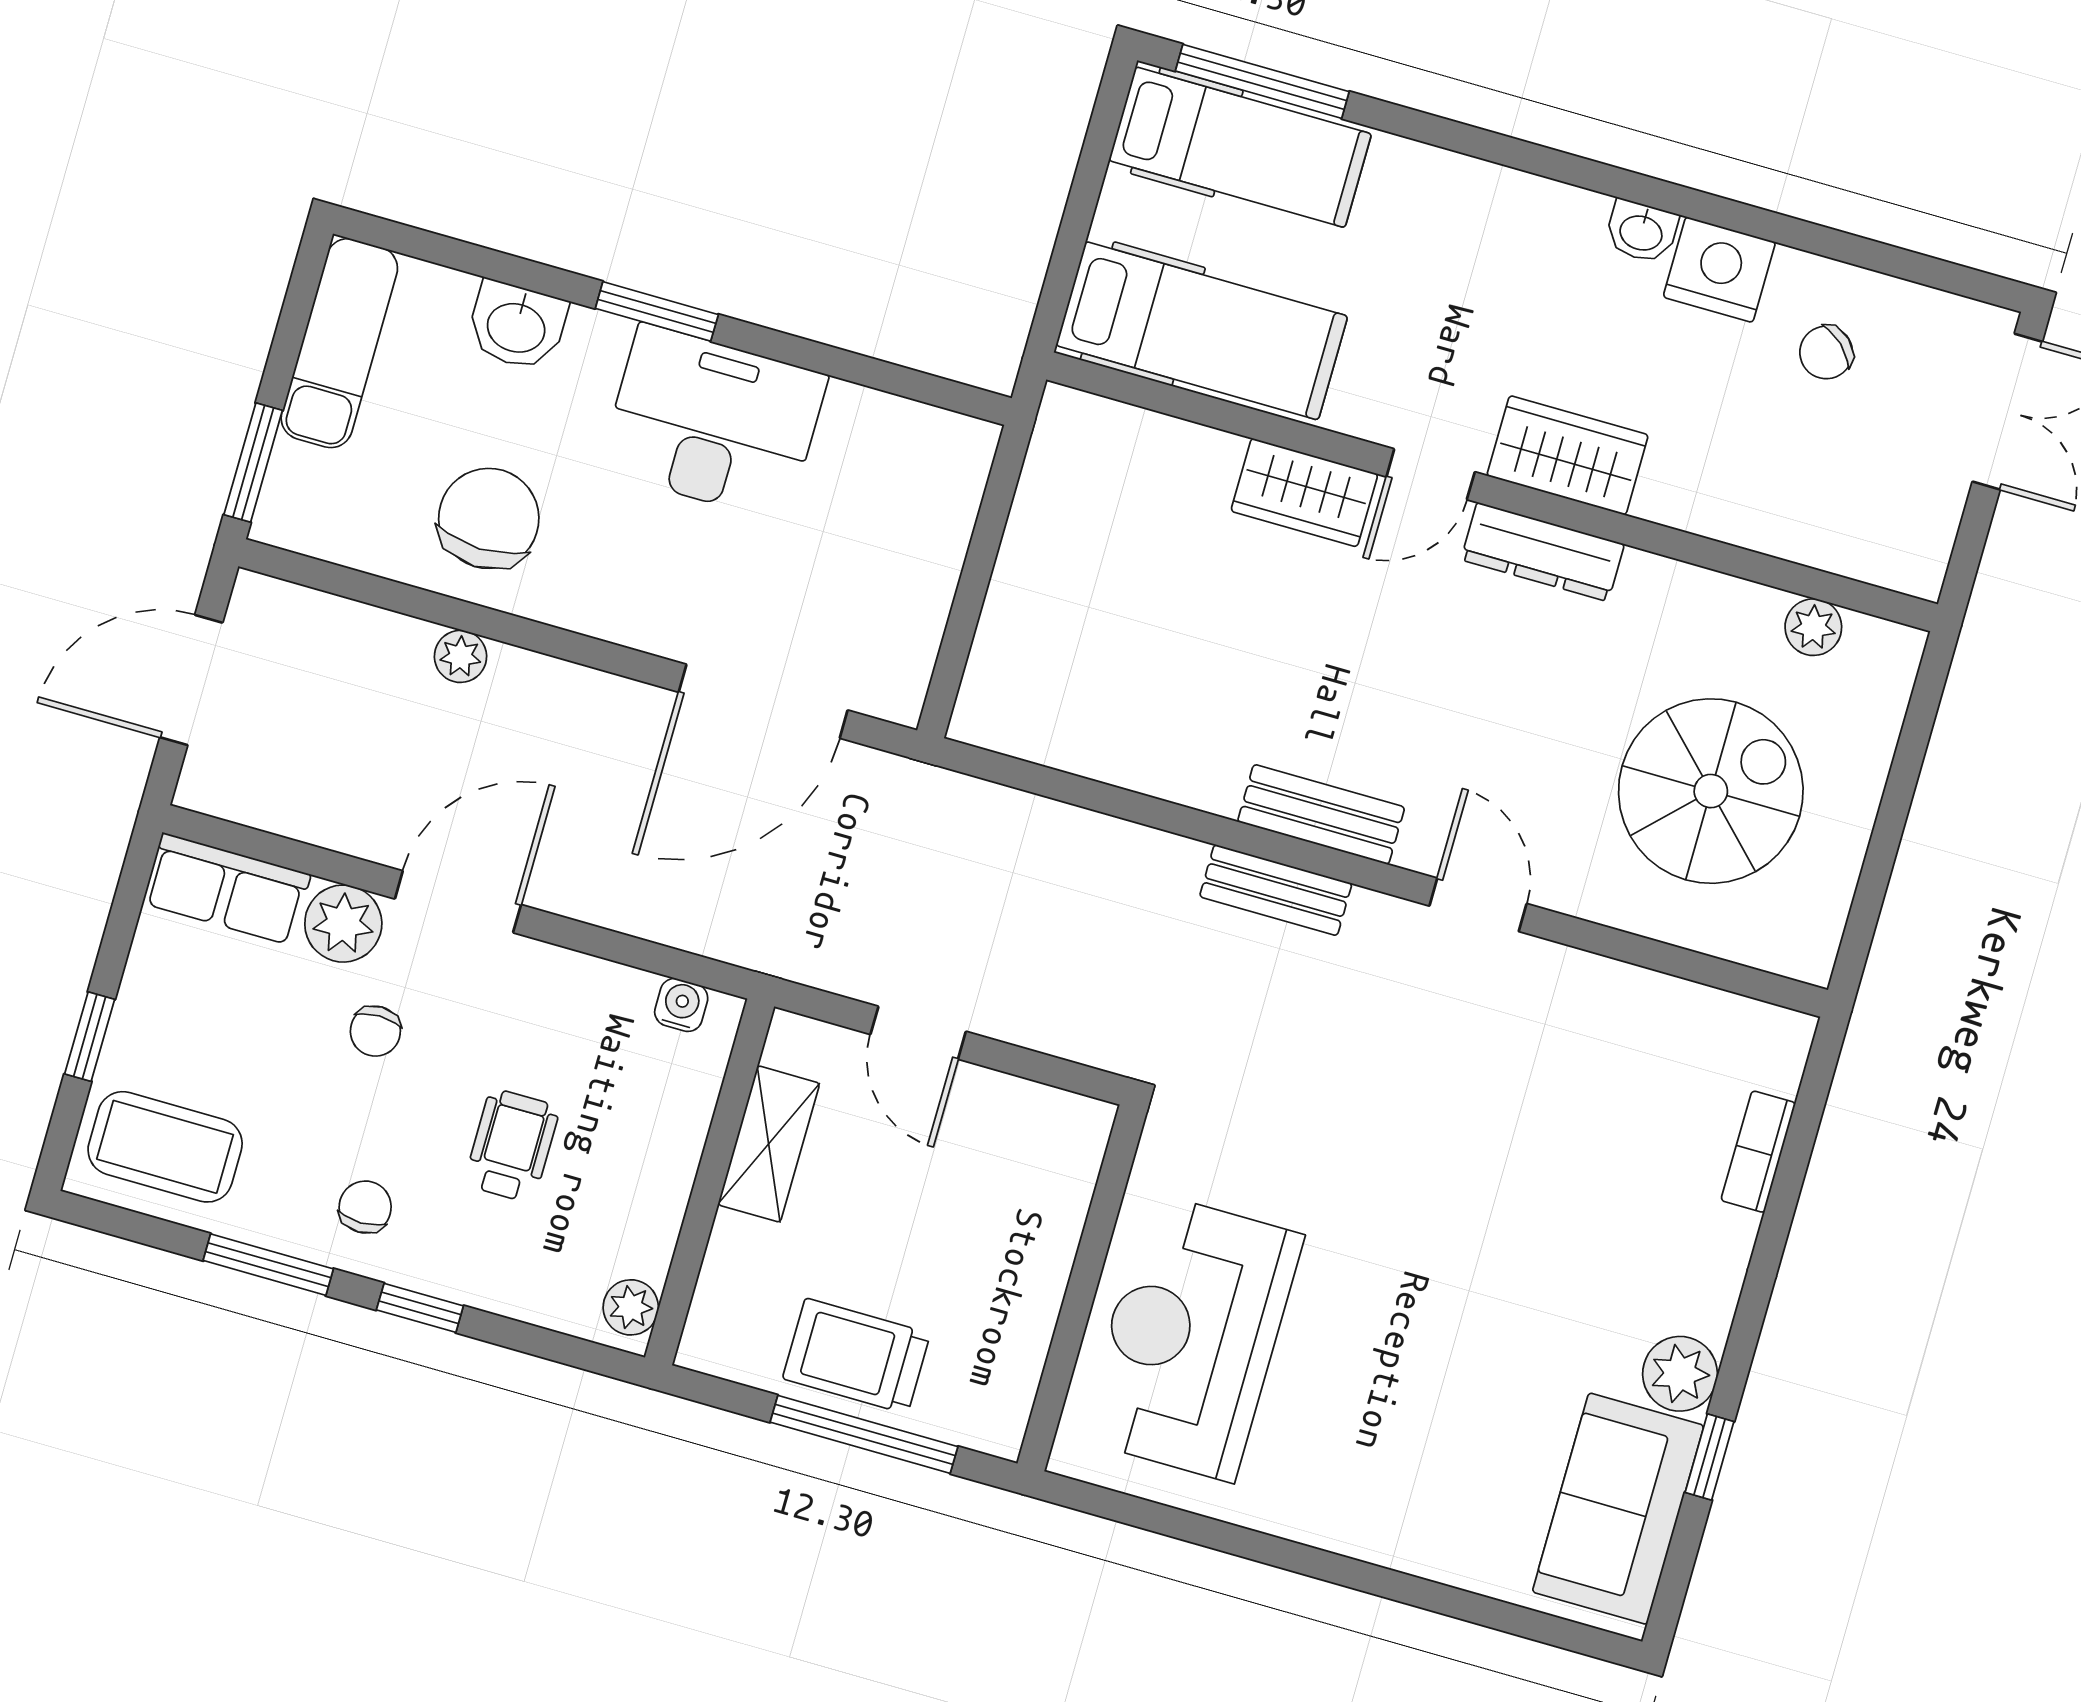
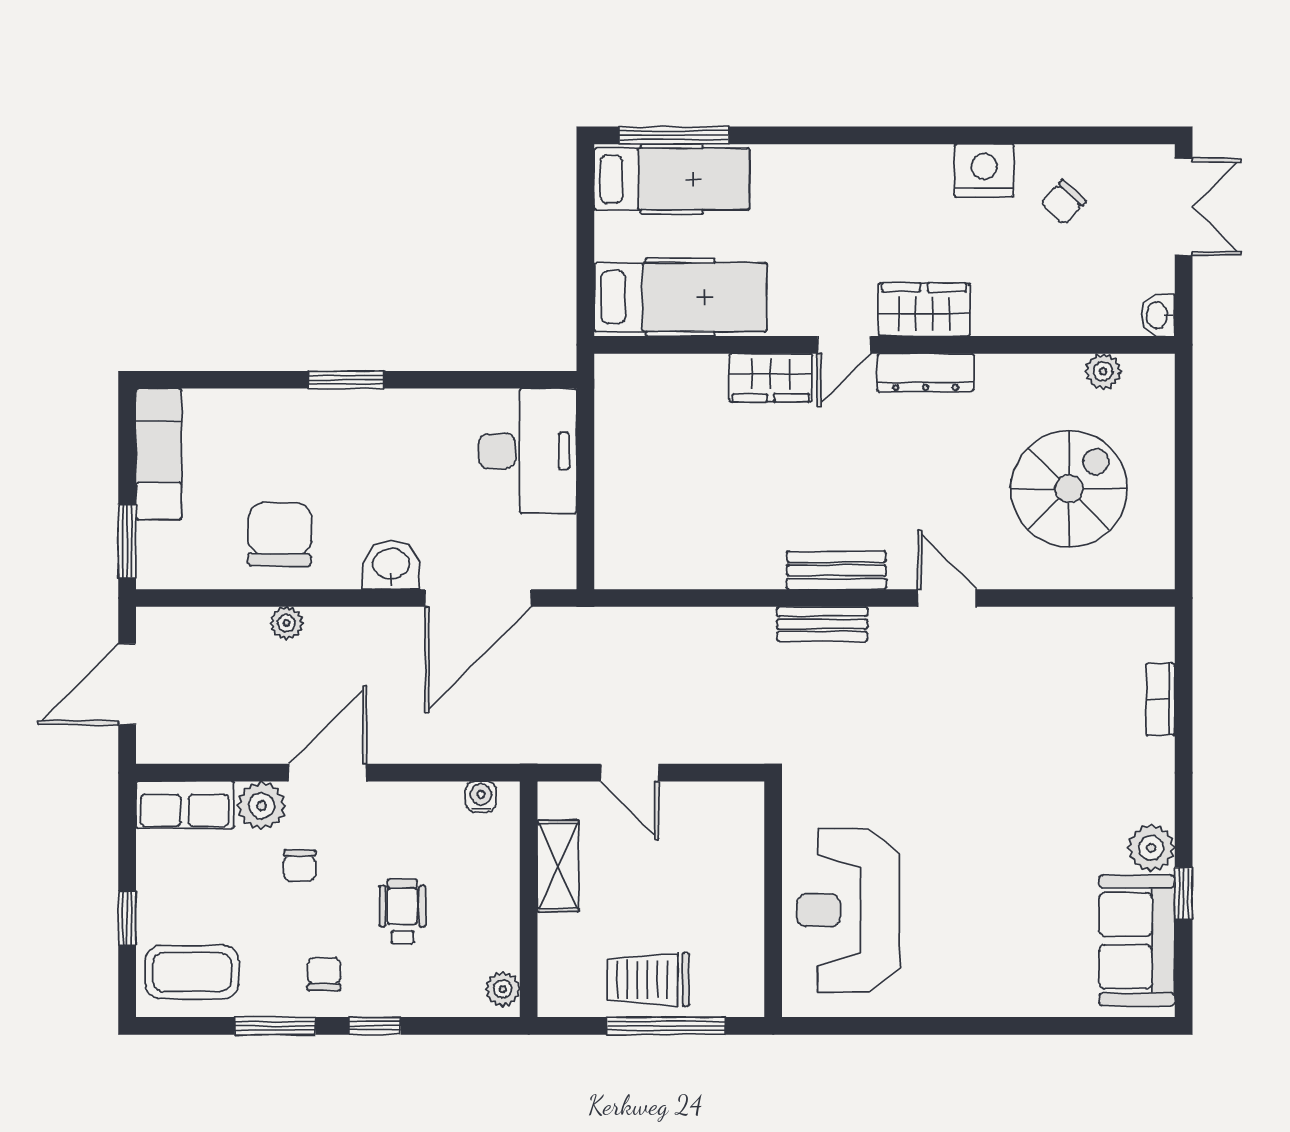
washbasin: (1641, 232) -> (1158, 315), moved, turned 90
washbasin: (517, 326) -> (391, 565), moved, turned 180
desk: (713, 423) -> (528, 451), moved, turned 90

